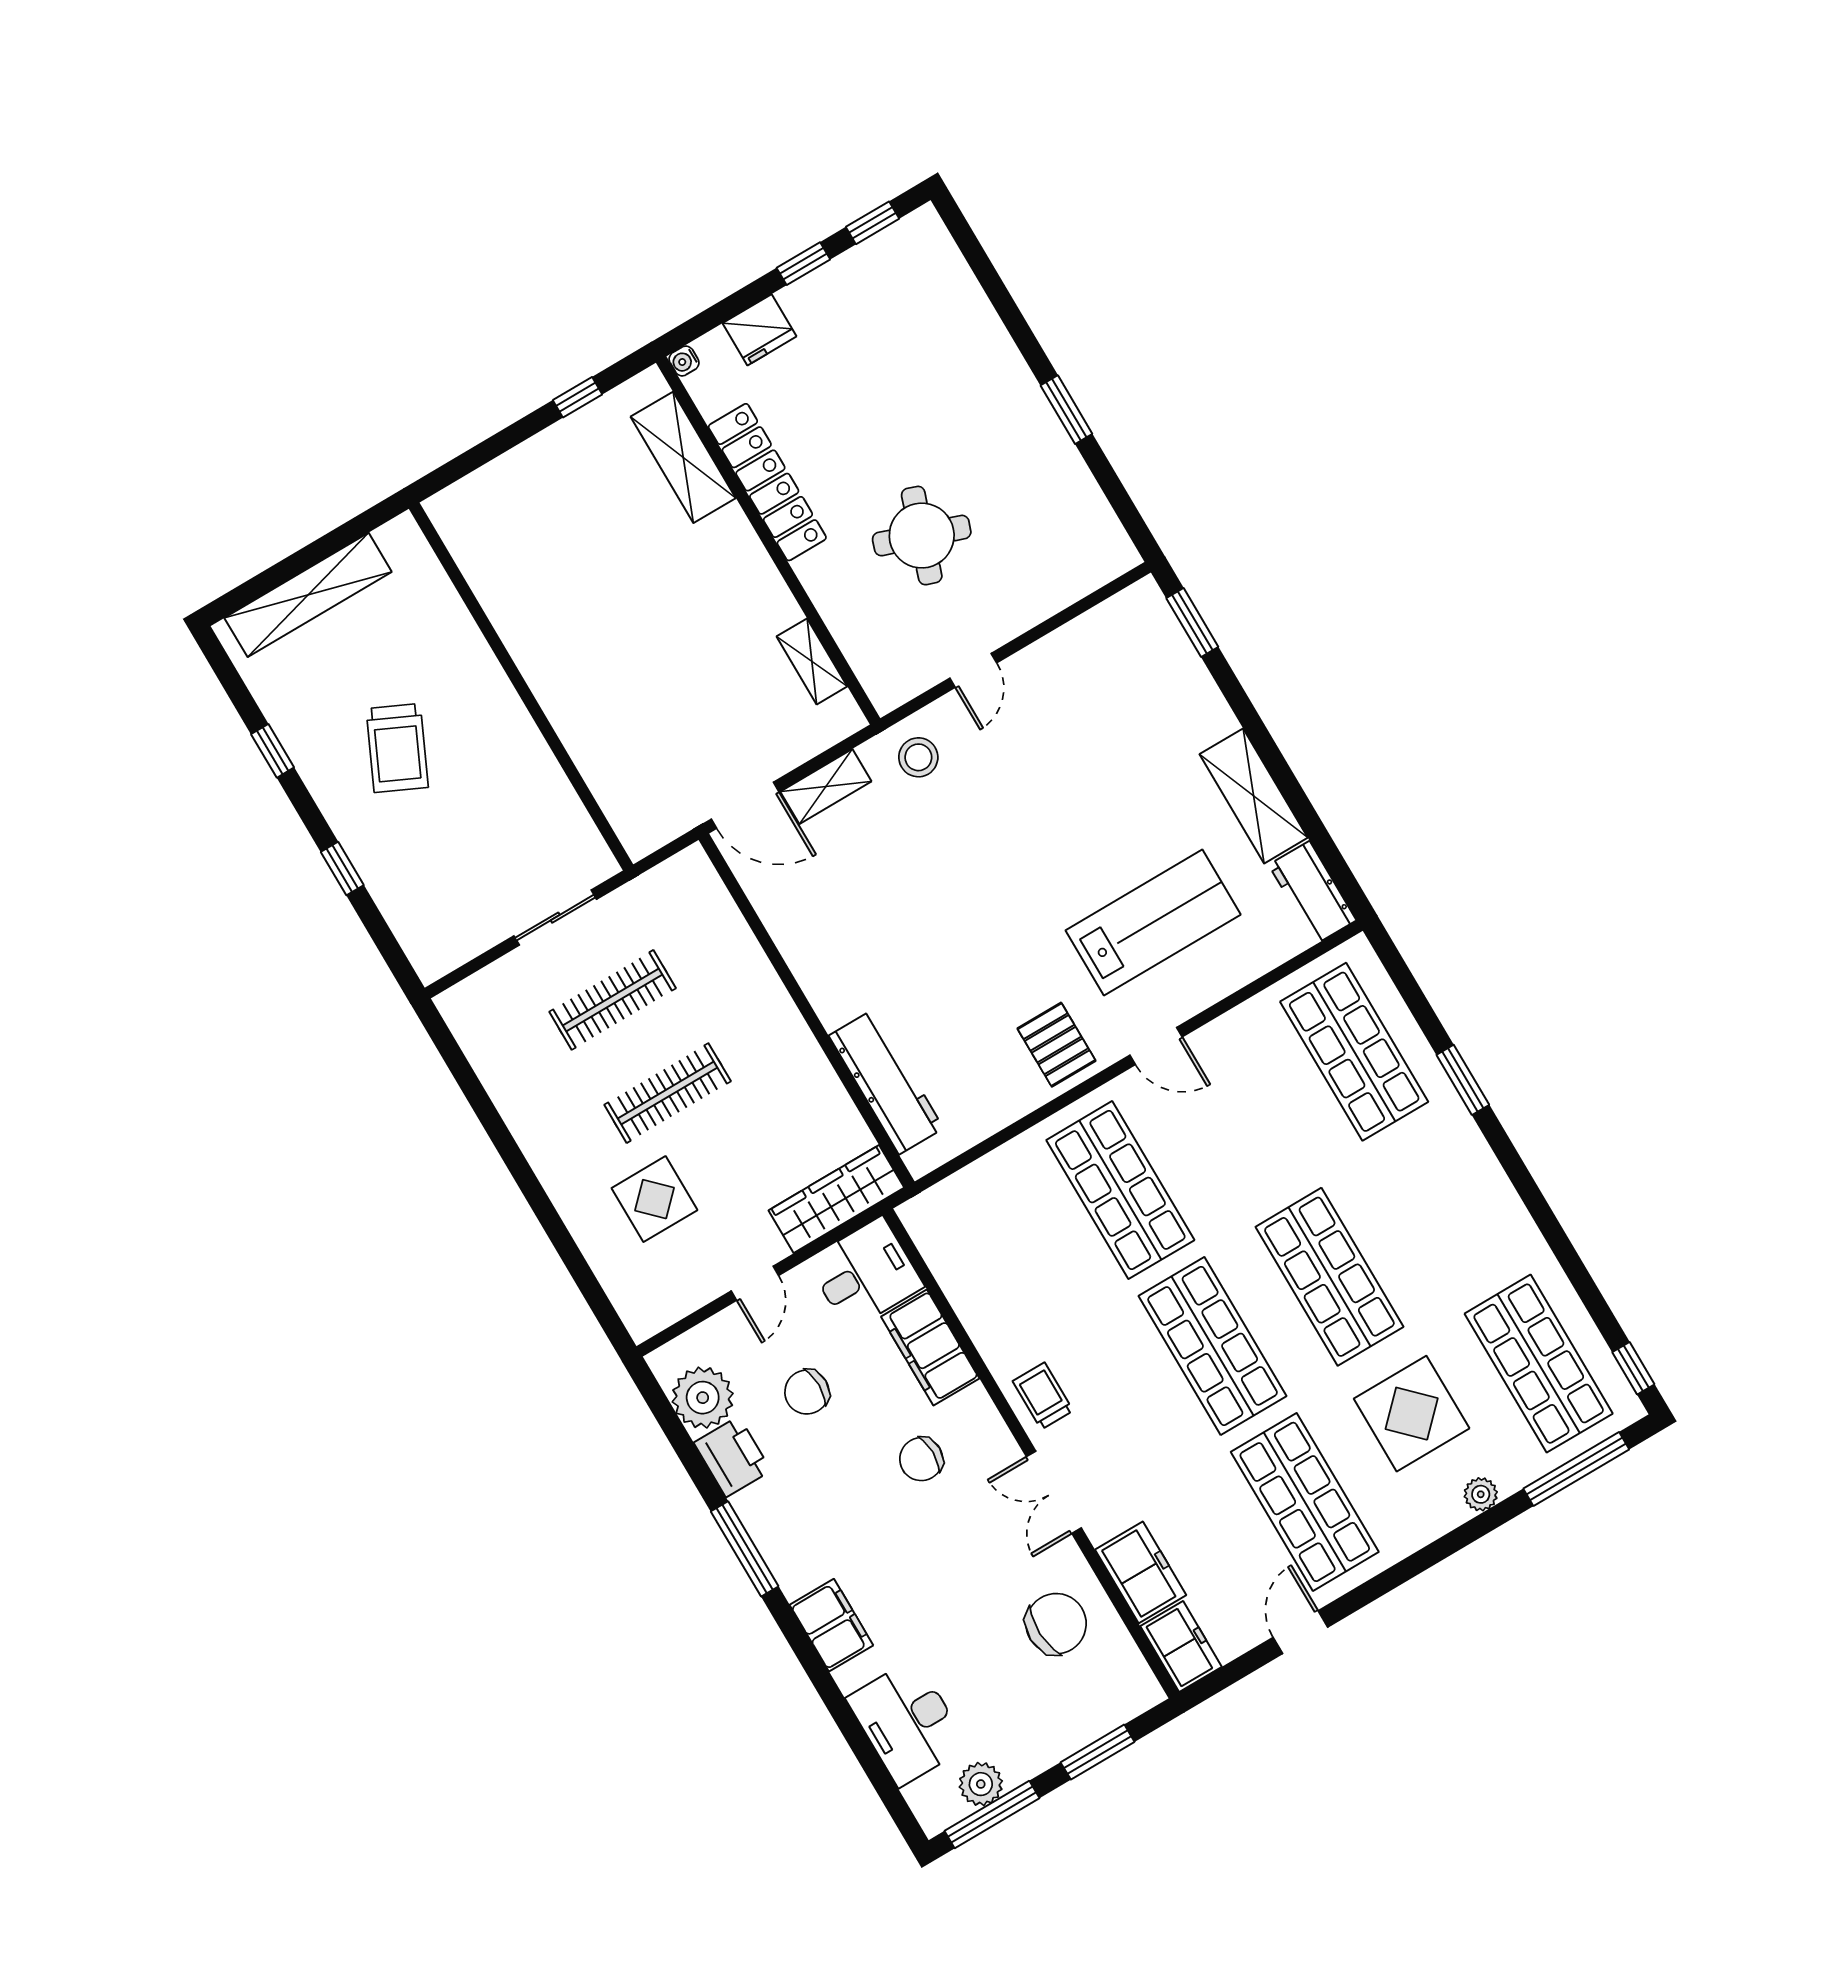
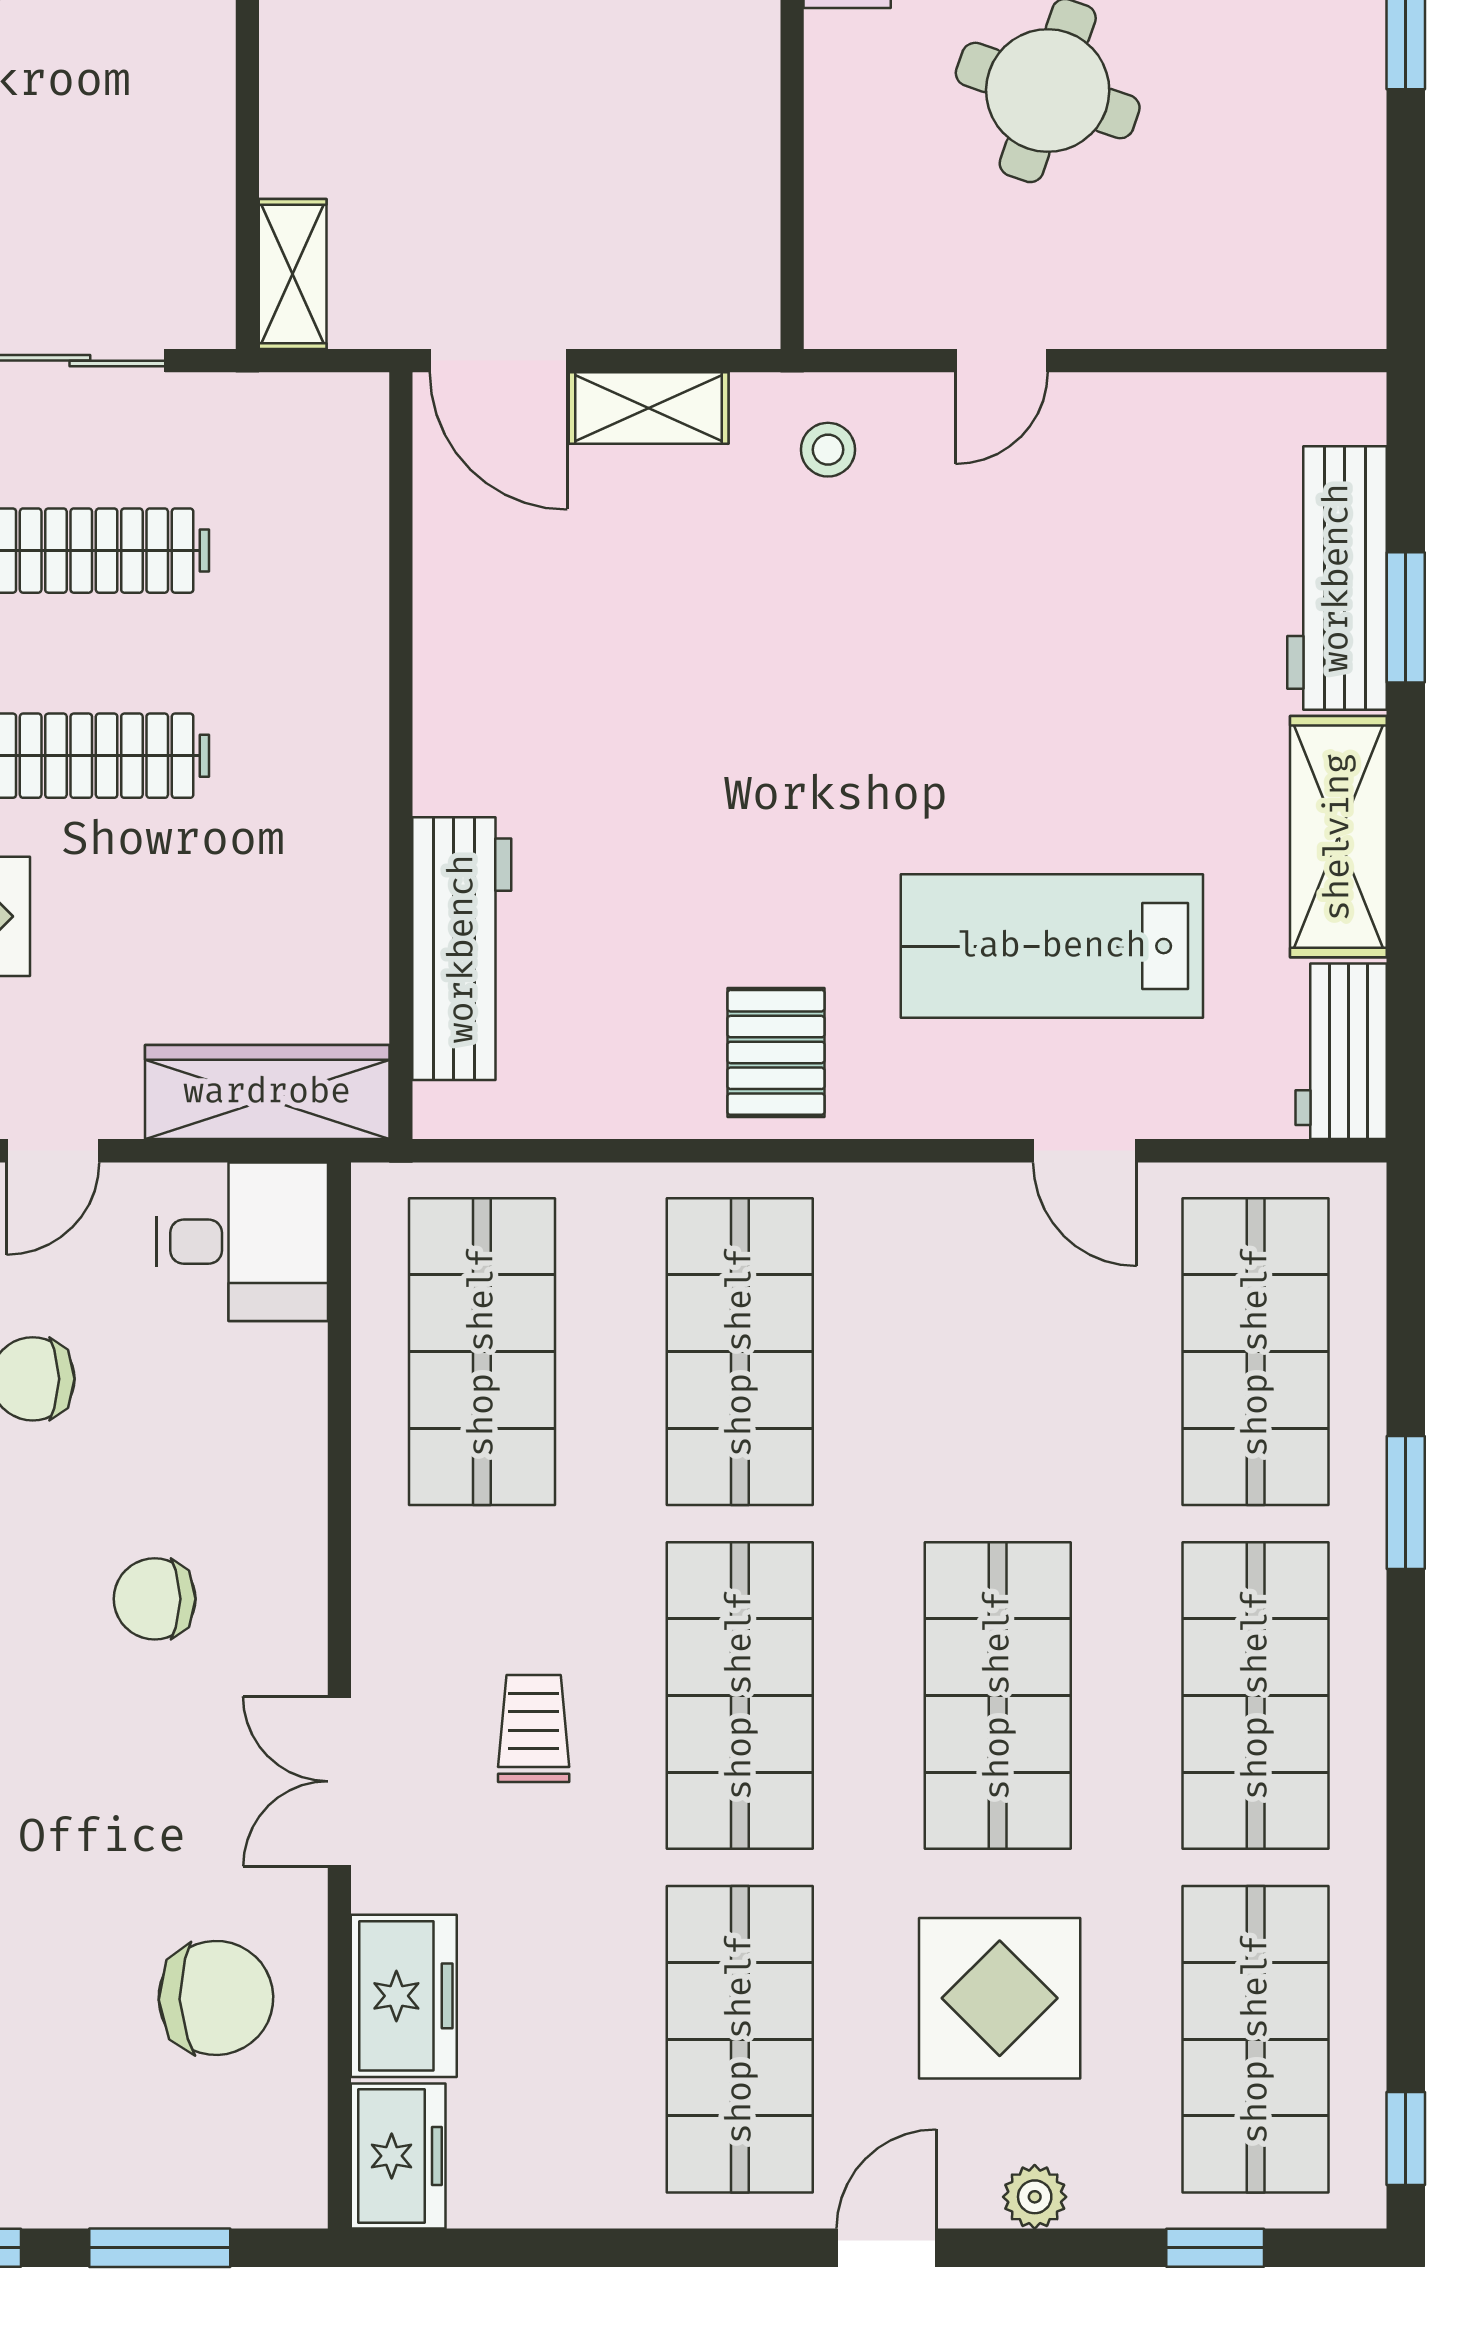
window: (1192, 622) -> (1406, 617), moved
shelving: (812, 661) -> (293, 274), moved
workbench: (1184, 679) -> (1337, 578), added
stool: (918, 757) -> (828, 450), width x0.73, depth x0.73
lab bench: (1153, 922) -> (1052, 946), turned 180
door: (1156, 1046) -> (1085, 1151), moved
shop shelf: (1446, 1208) -> (1256, 1695), added
shop shelf: (1003, 1259) -> (482, 1352), added
filing cabinet: (930, 1348) -> (277, 1425), removed
trolley: (1043, 1396) -> (534, 1729), moved
window: (1576, 1469) -> (1215, 2248), width x0.46
door: (1300, 1632) -> (886, 2248), moved

